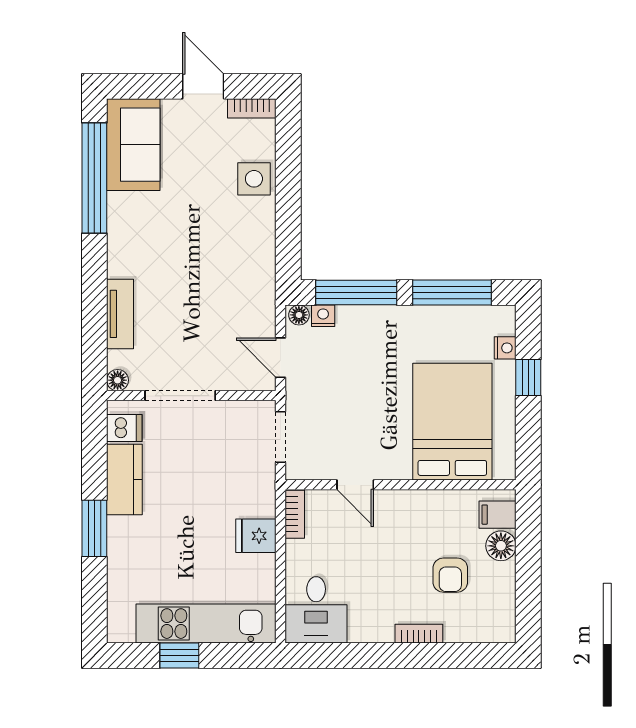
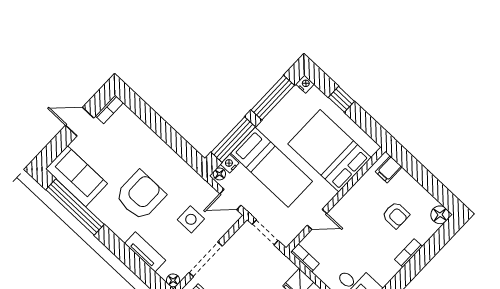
side table: (254, 179) -> (191, 219), moved
armchair: (183, 244) -> (140, 196), added
nightstand: (505, 348) -> (305, 84), moved
bed: (367, 370) -> (272, 167), added
floor lamp: (501, 546) -> (440, 215), moved

